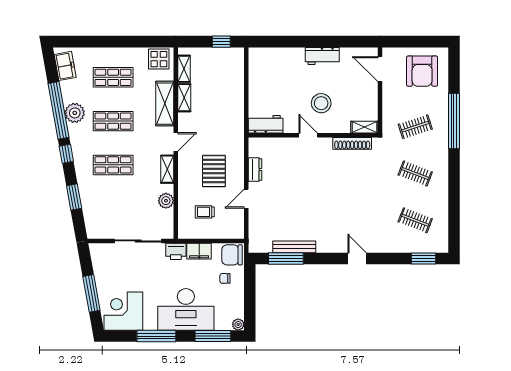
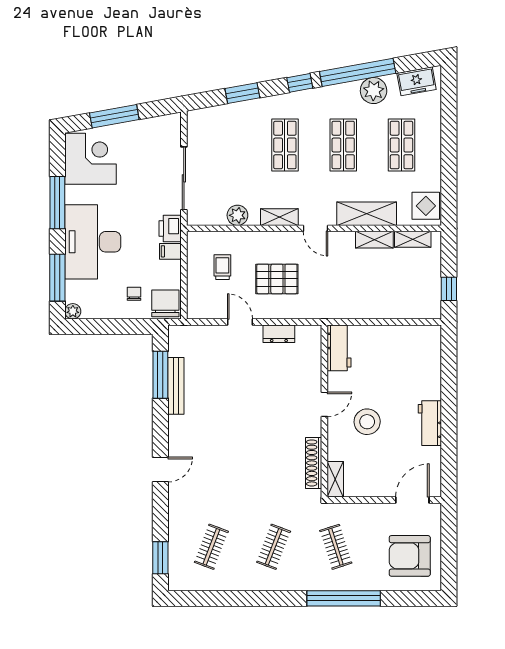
plant: (75, 113) -> (374, 91), moved
filing cabinet: (199, 251) -> (170, 251), width x0.50

